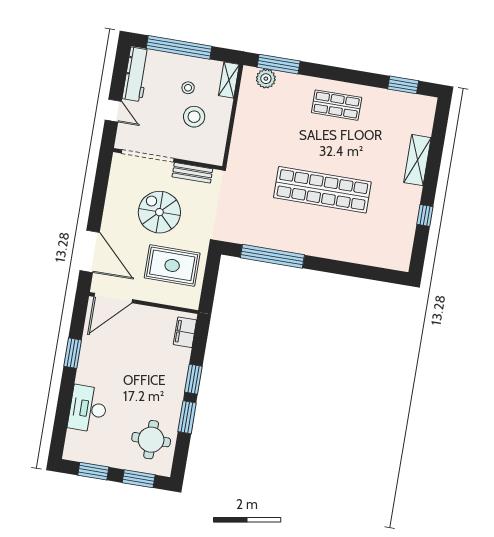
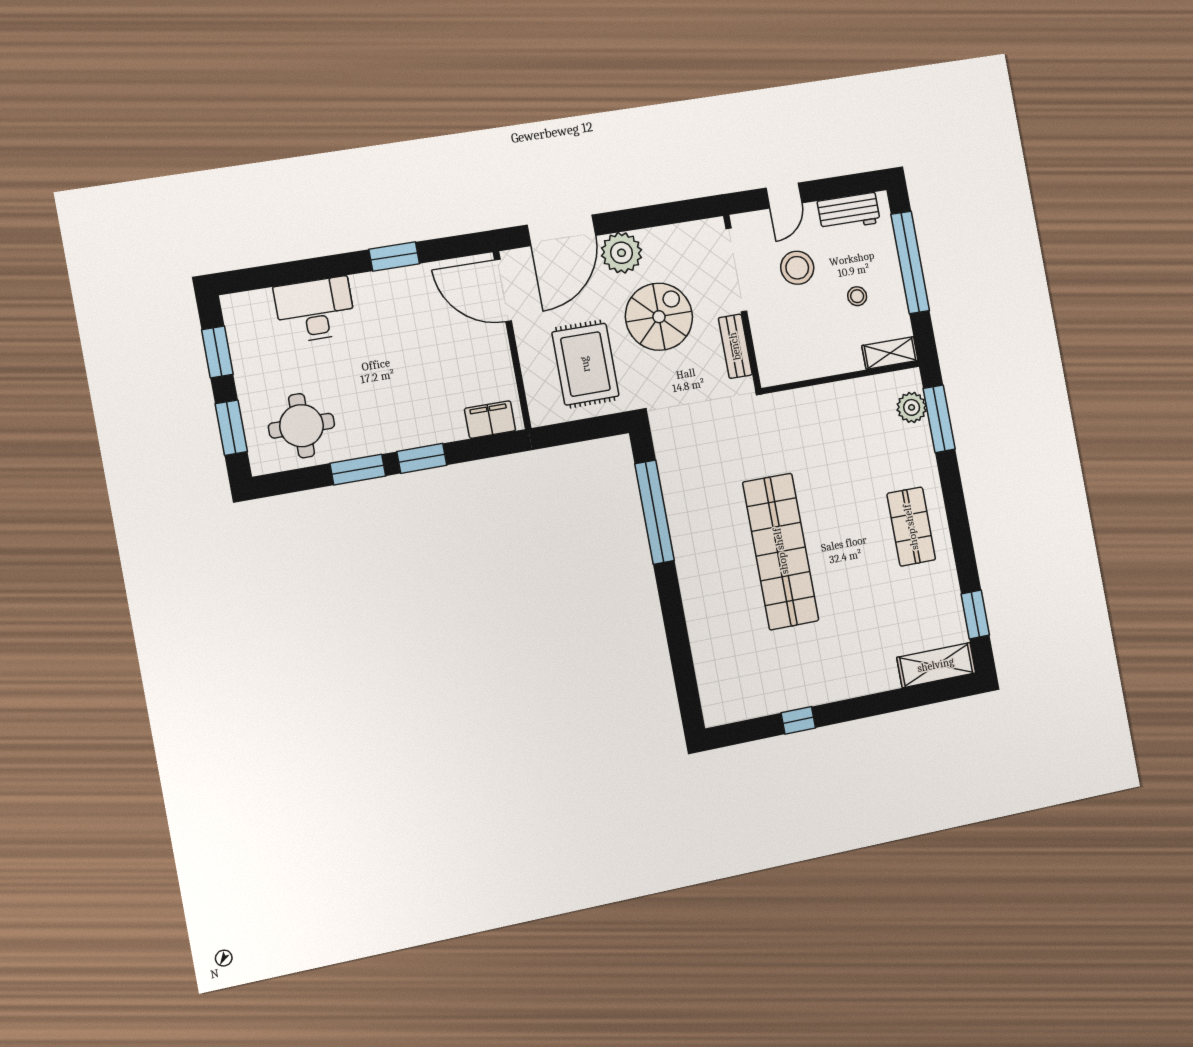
workbench: (136, 74) -> (849, 212), width x0.73
stool: (194, 117) -> (797, 268), moved
shelving: (417, 160) -> (936, 665), moved
plant: (115, 221) -> (622, 253), added

